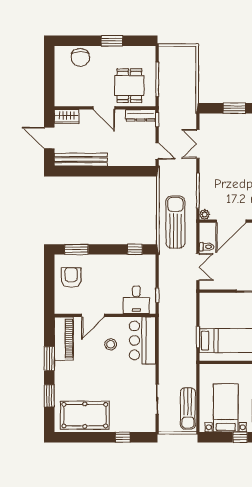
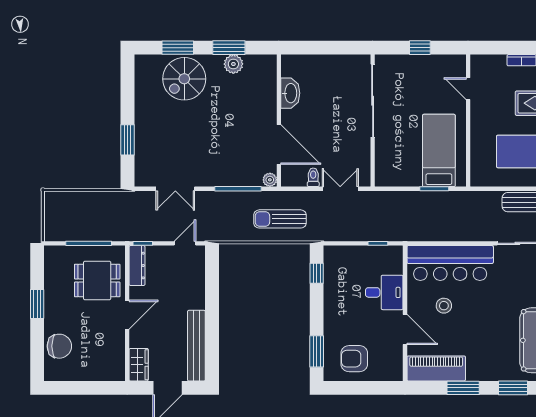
sun lounger: (175, 222) -> (280, 219), width x0.73, depth x0.75
desk: (136, 300) -> (384, 292), moved
bar counter: (143, 340) -> (450, 263), width x1.36

